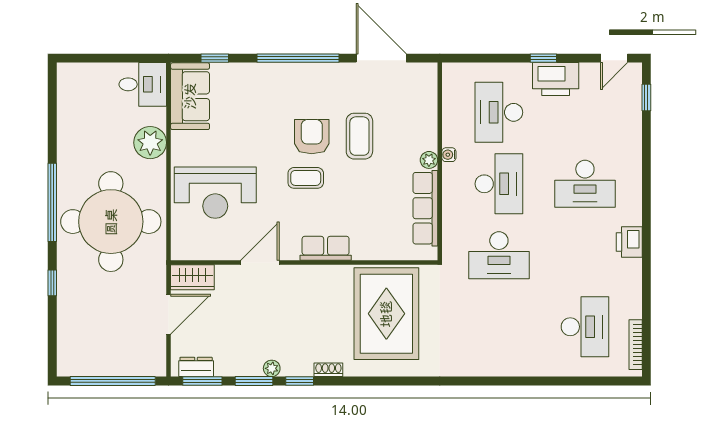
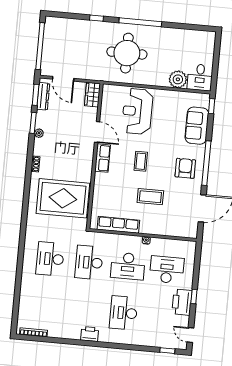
window: (215, 58) -> (212, 106), moved
sofa: (190, 96) -> (197, 126), moved, turned 90
coffee table: (359, 136) -> (150, 197), moved
armchair: (312, 137) -> (185, 168), moved, turned -90
plant: (150, 143) -> (178, 79), moved
plant: (429, 160) -> (144, 229), removed
round table: (111, 222) -> (127, 53), width x0.73, depth x0.73
row of seats: (326, 248) -> (103, 158), moved
door: (169, 314) -> (63, 79), moved
desk: (585, 327) -> (50, 259), moved, turned 90
dresser: (196, 367) -> (43, 96), width x1.44
window: (300, 381) -> (31, 148), removed

